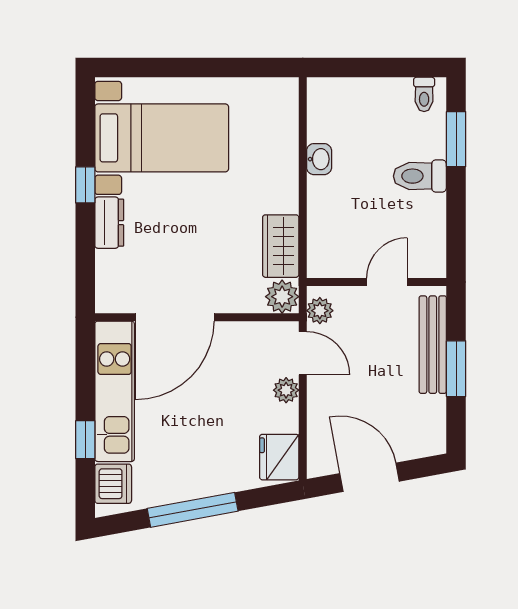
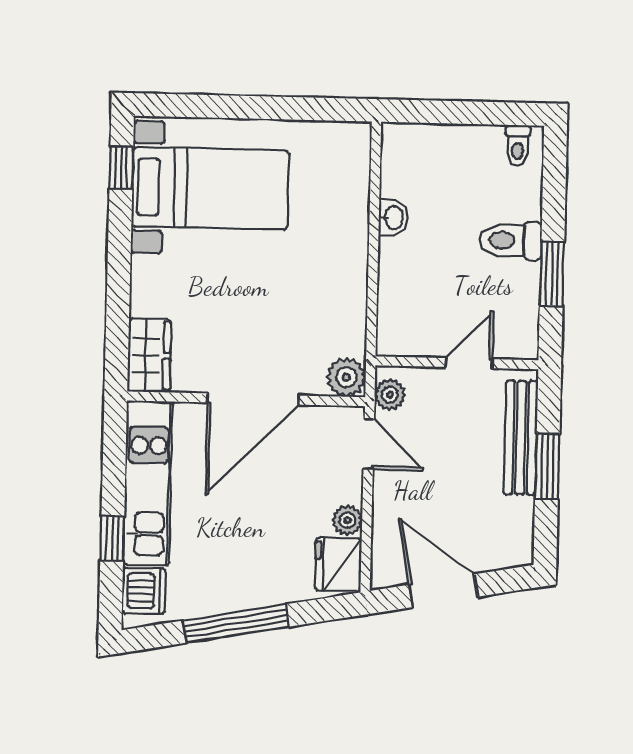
window: (456, 139) -> (552, 274), moved
window: (85, 185) -> (121, 168), moved
dresser: (109, 223) -> (147, 286), removed
wardrobe: (281, 246) -> (149, 355), moved, turned 180
door: (175, 317) -> (253, 399), moved
plant: (286, 390) -> (347, 520), moved

